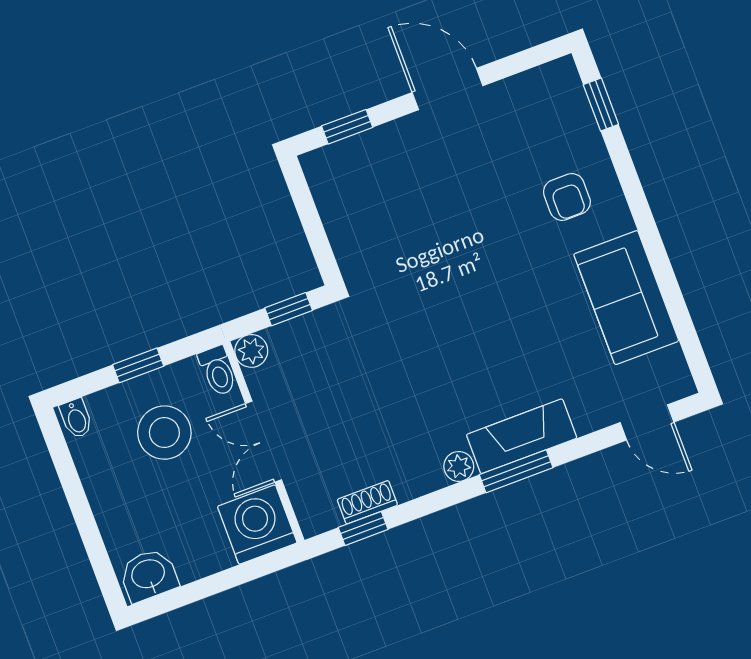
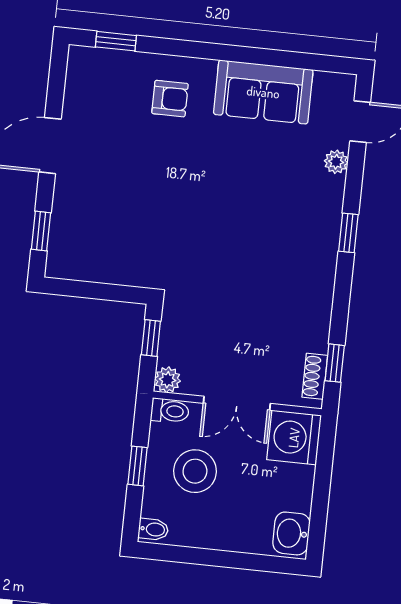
fireplace: (522, 436) -> (325, 217), removed
plant: (459, 466) -> (336, 162), moved
window: (516, 471) -> (348, 233), width x0.67
shoe rack: (367, 502) -> (315, 376), moved

